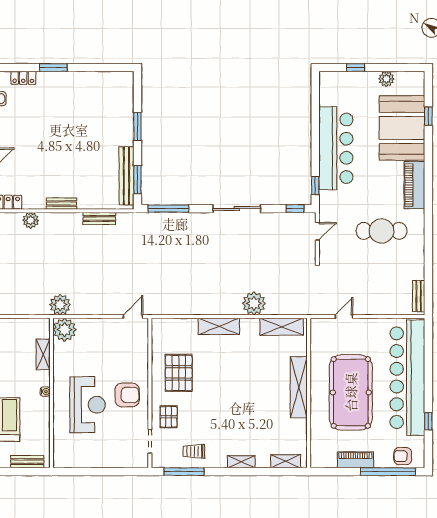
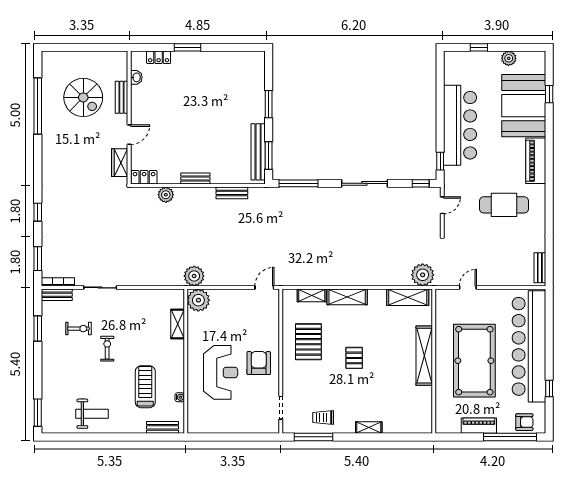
plant: (254, 303) -> (423, 275), moved
water cooler: (45, 392) -> (180, 397), moved
armchair: (127, 395) -> (259, 363), turned -90
pallet: (169, 417) -> (354, 358), moved
armchair: (403, 456) -> (524, 422), turned 180
shelving: (286, 461) -> (312, 295), moved

